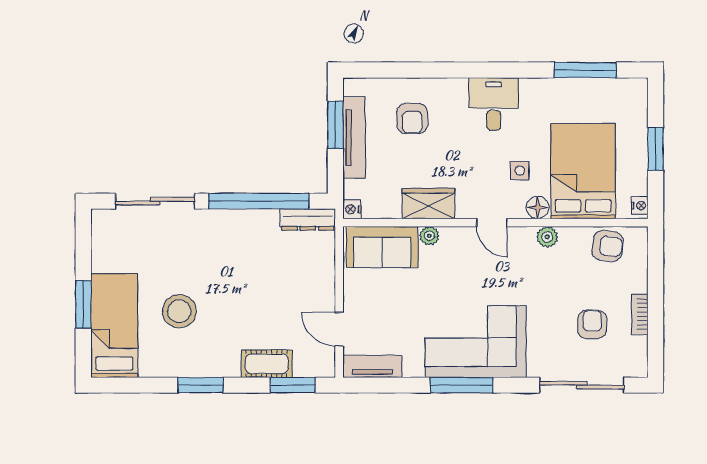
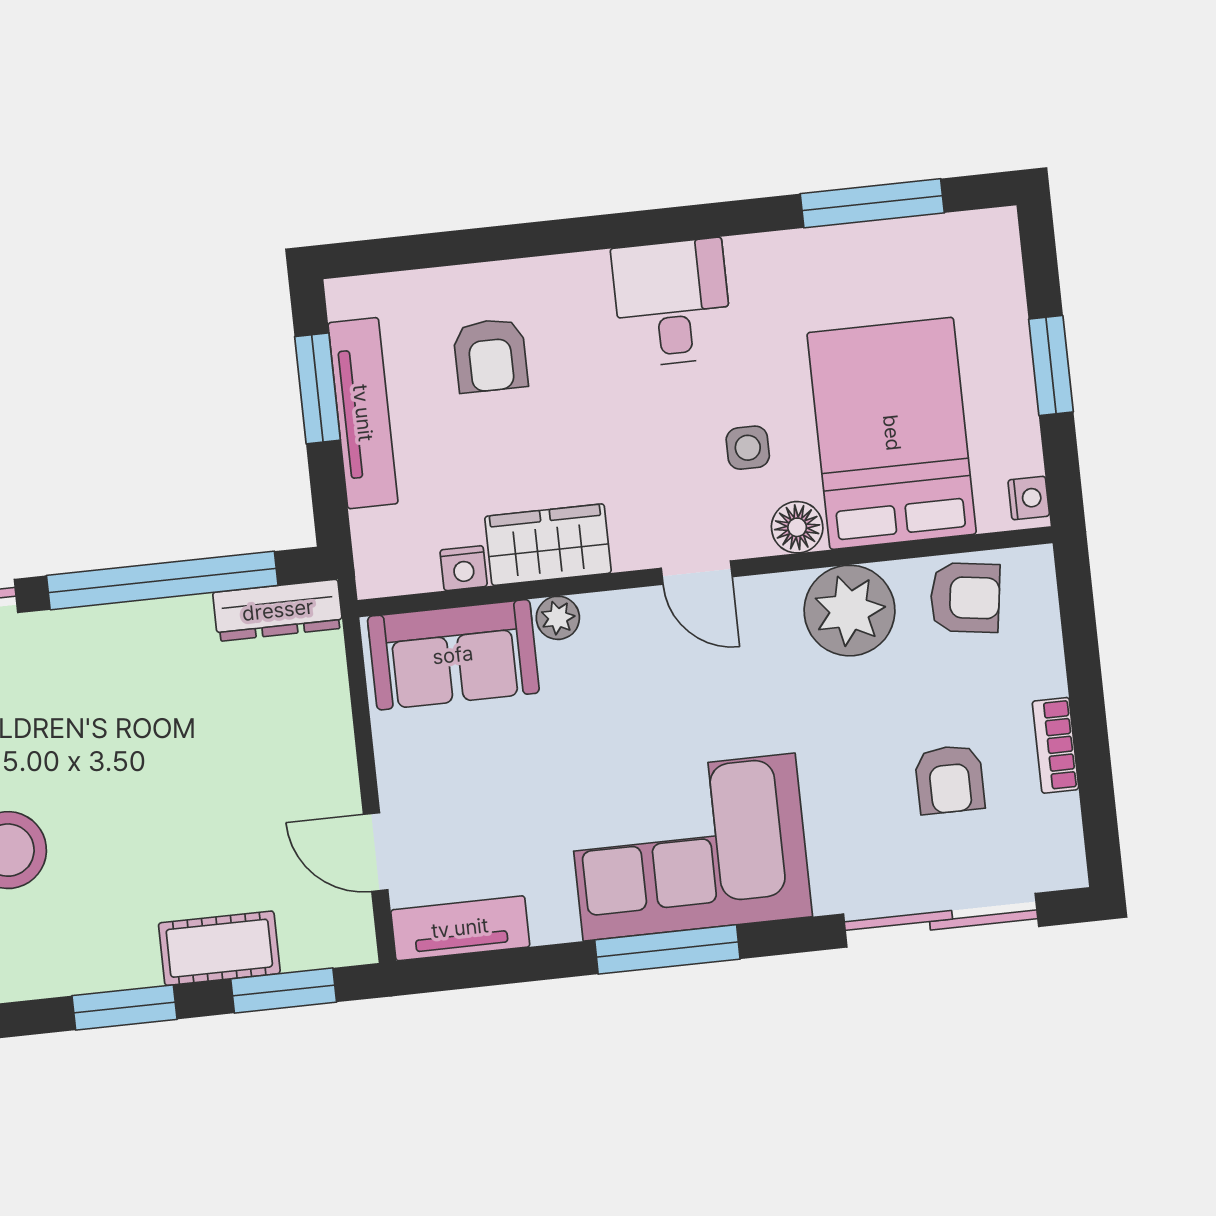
nightstand: (352, 209) -> (464, 568), moved, turned -90
plant: (547, 237) -> (849, 611), width x1.88, depth x1.88
armchair: (592, 324) -> (950, 779), turned 180
window: (201, 385) -> (125, 1007), moved

